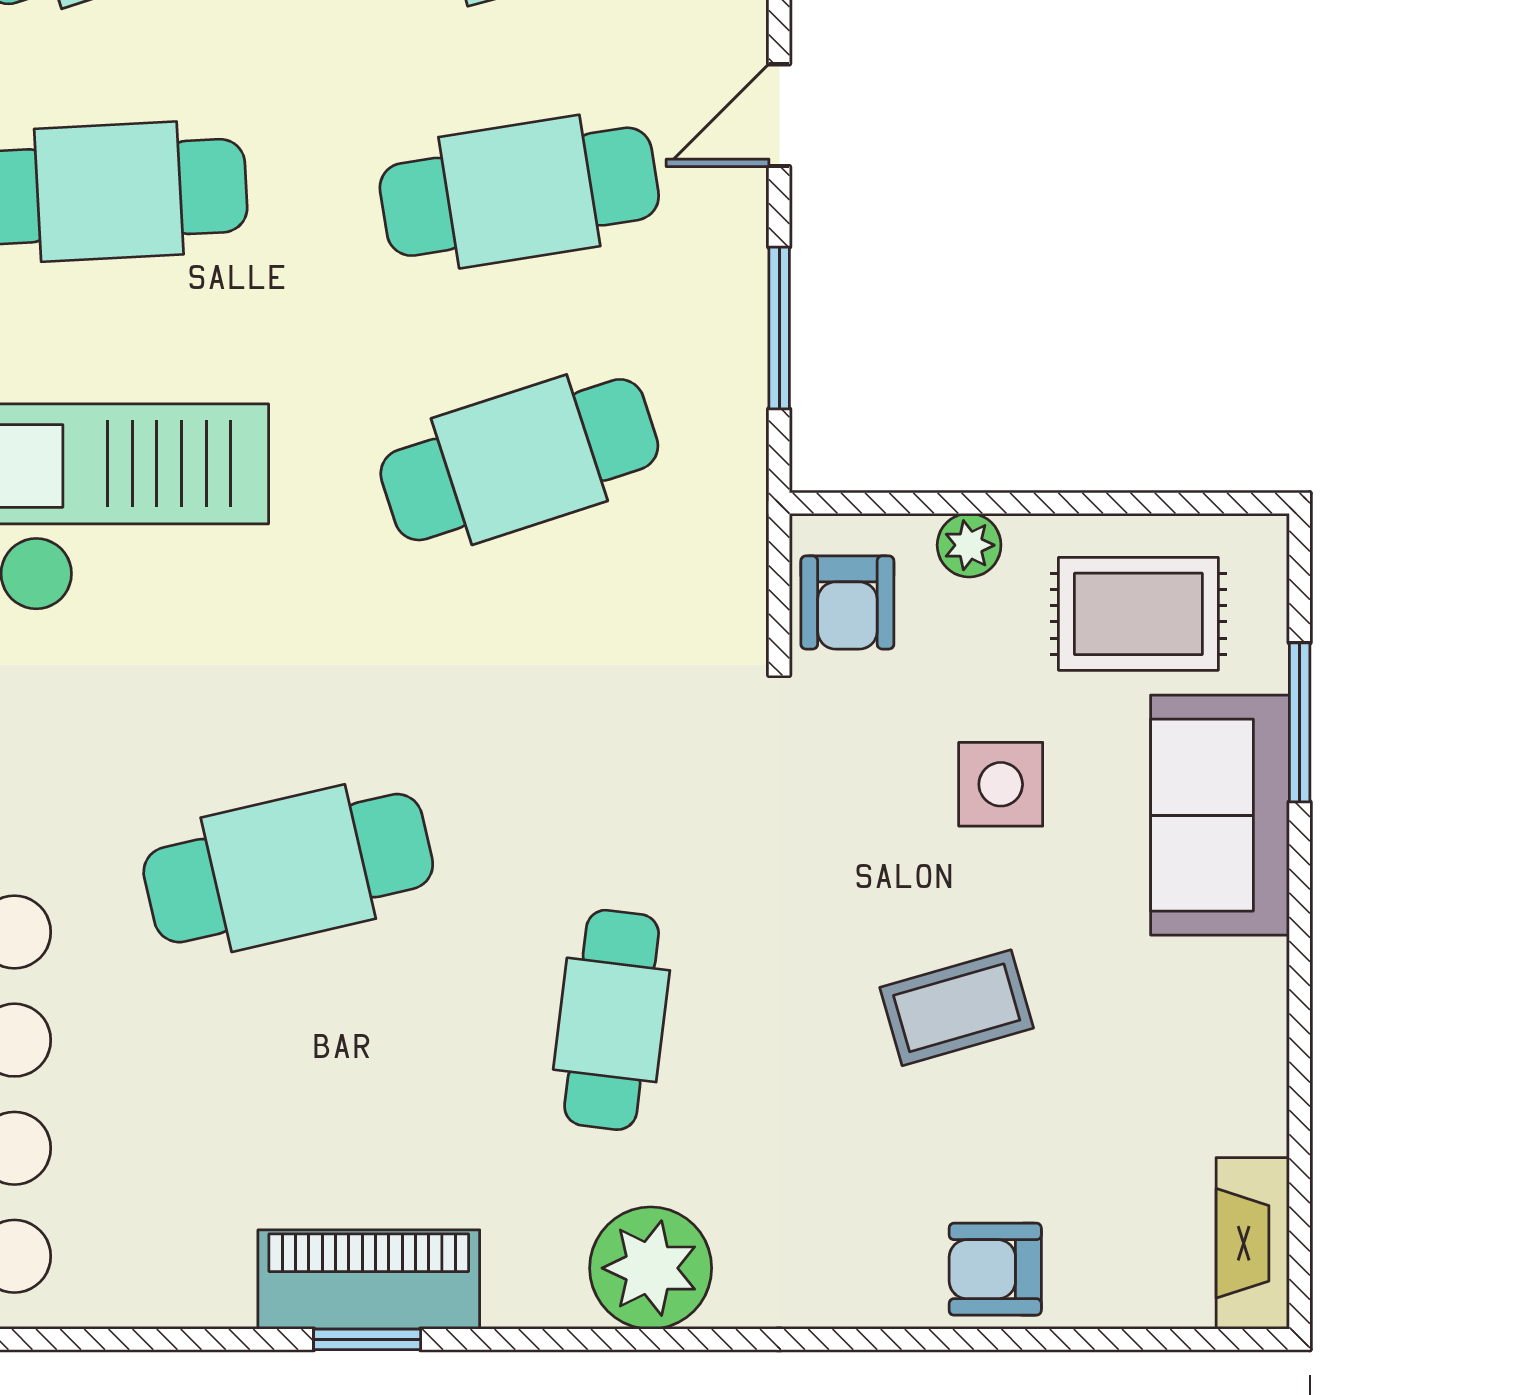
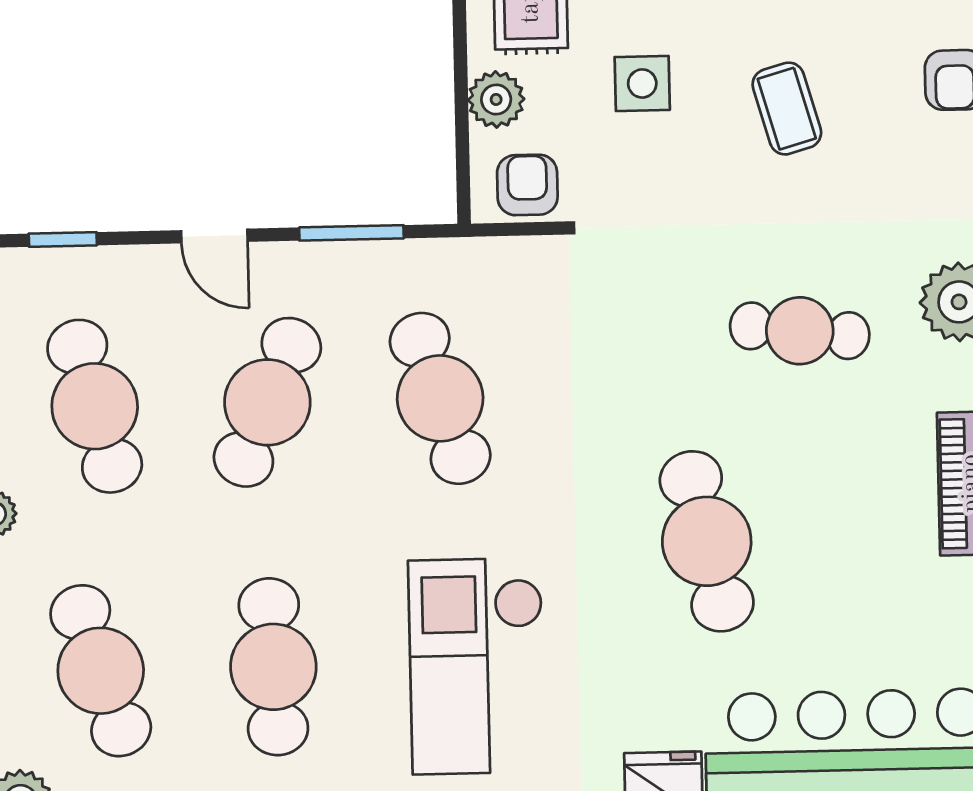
cafe table: (519, 192) -> (267, 402), turned 33
plant: (969, 545) -> (496, 99), width x1.38, depth x1.38
armchair: (847, 602) -> (527, 185), turned -90

